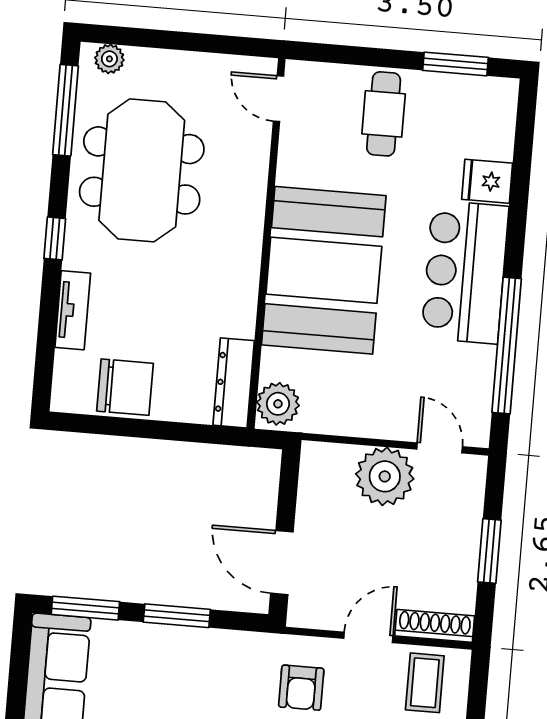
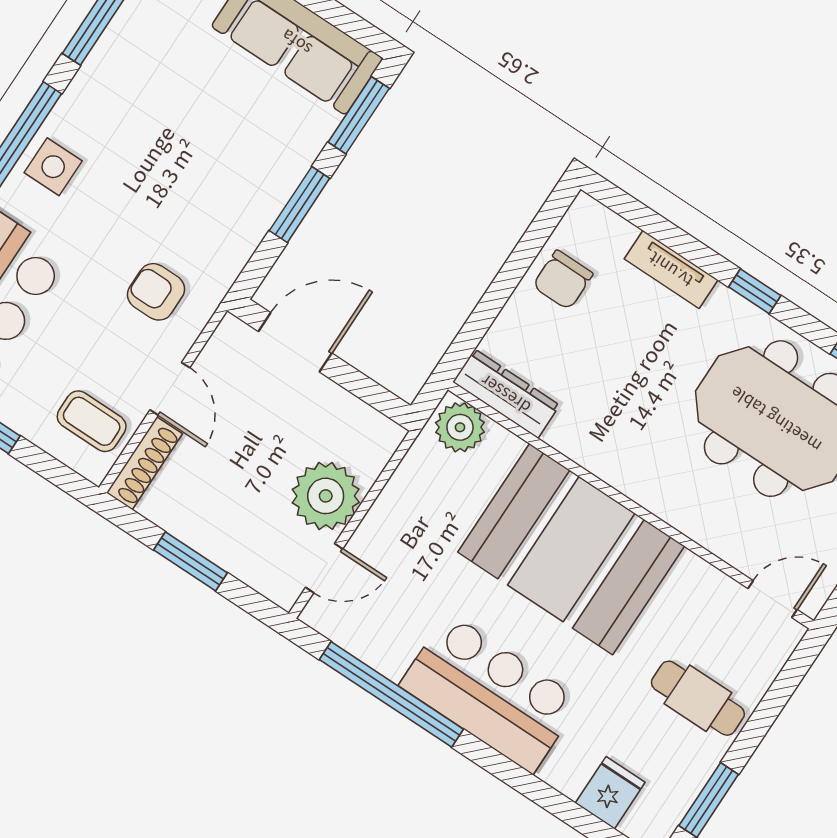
fridge: (487, 181) -> (610, 793), moved
chair: (125, 387) -> (563, 280), width x0.73, depth x0.73

